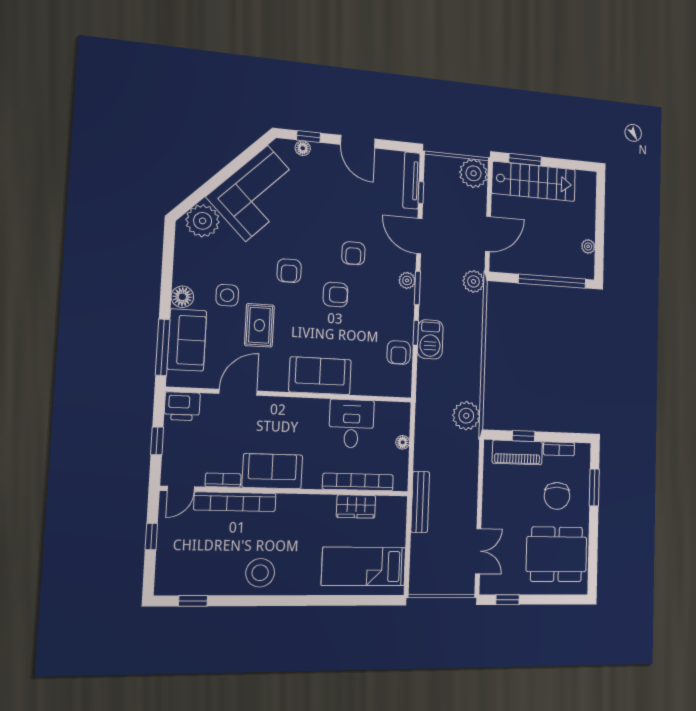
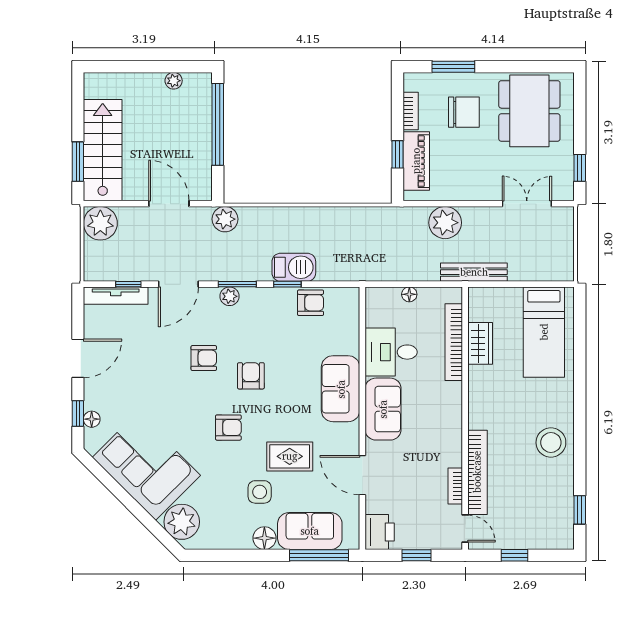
plant: (466, 416) -> (445, 223), moved
sofa: (272, 471) -> (383, 409), moved, turned 180

